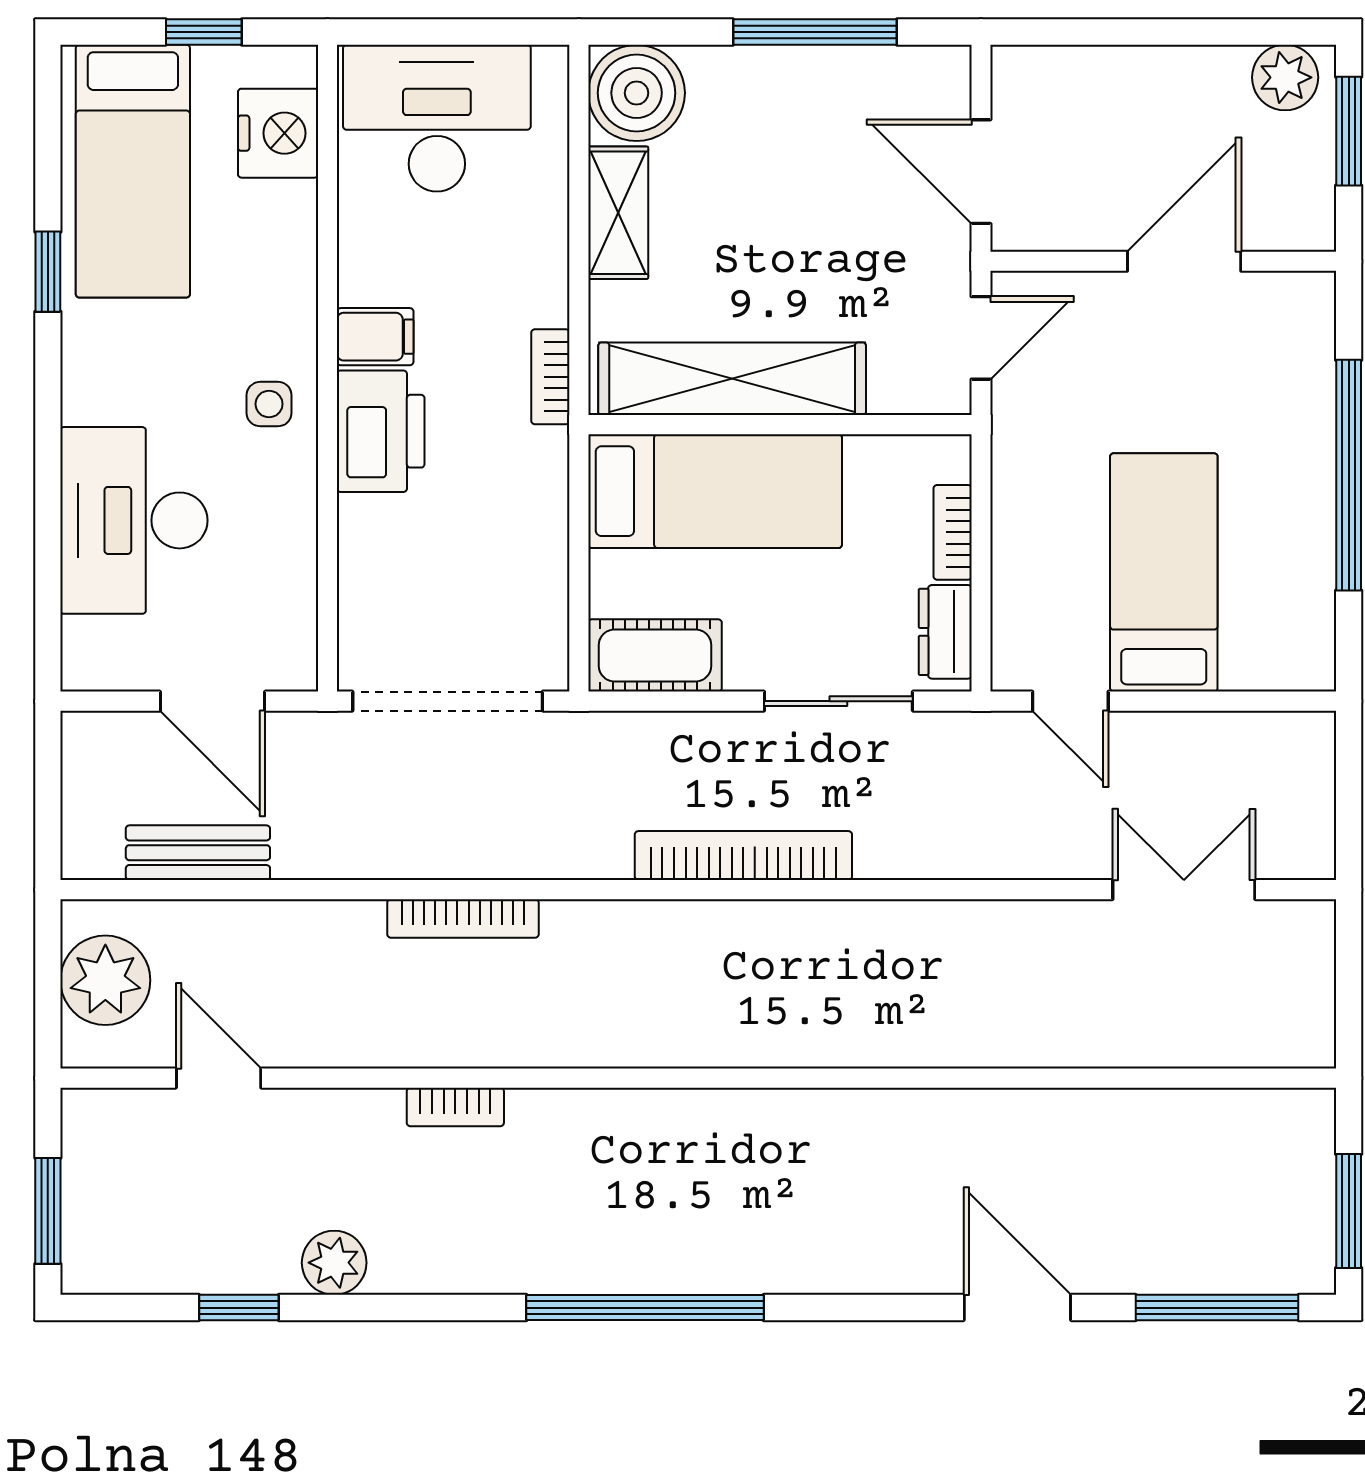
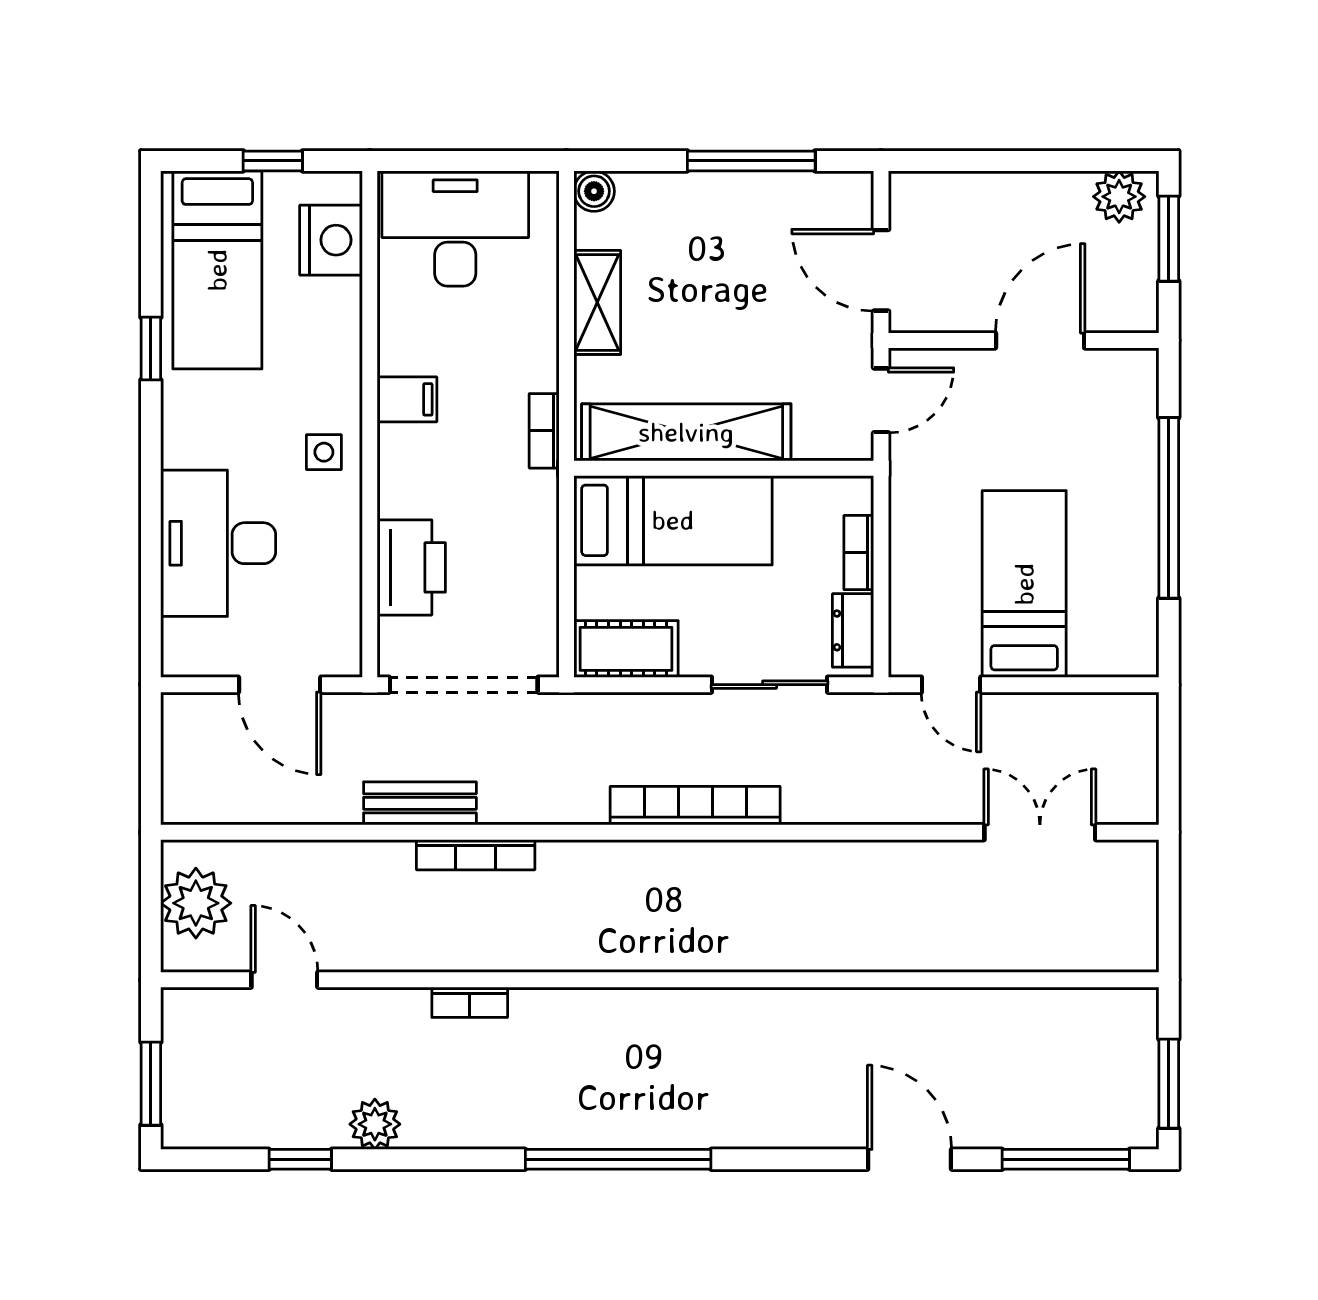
boiler: (637, 93) -> (594, 191), width x0.54, depth x0.54
printer: (381, 431) -> (411, 567), moved
bench: (198, 853) -> (420, 803), moved

